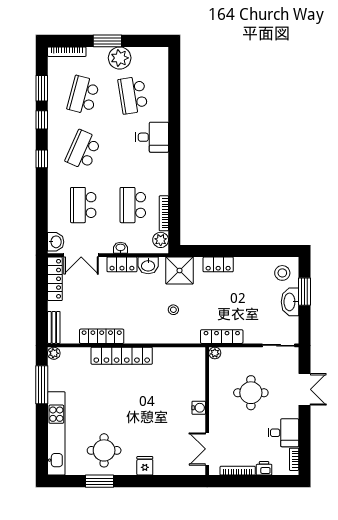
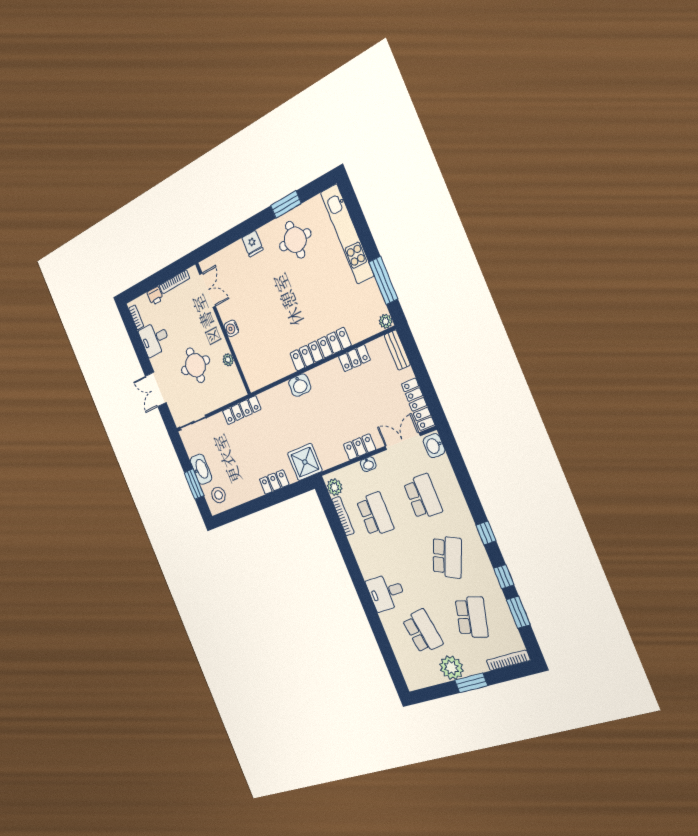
washbasin: (148, 265) -> (300, 385), moved, turned 180
stool: (173, 310) -> (294, 419), removed
locker: (102, 336) -> (354, 358), width x0.66
plant: (215, 353) -> (228, 360), moved

